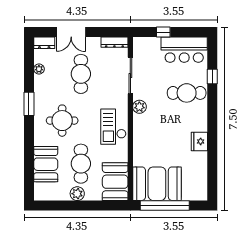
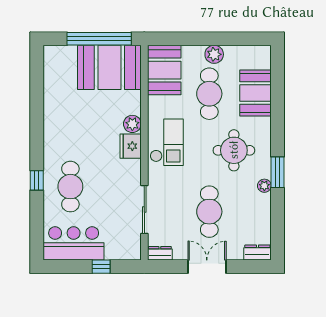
double door: (71, 32) -> (207, 267), moved
dresser: (114, 42) -> (160, 253), width x0.70
plant: (39, 69) -> (264, 186), moved
window: (212, 77) -> (37, 180), moved
cafe table: (187, 93) -> (70, 187), turned 90
plant: (139, 107) -> (132, 124), moved
fridge: (199, 141) -> (131, 146), moved, turned 180

